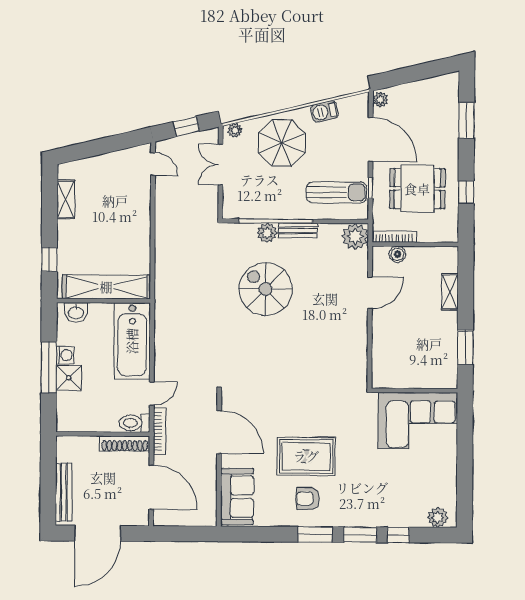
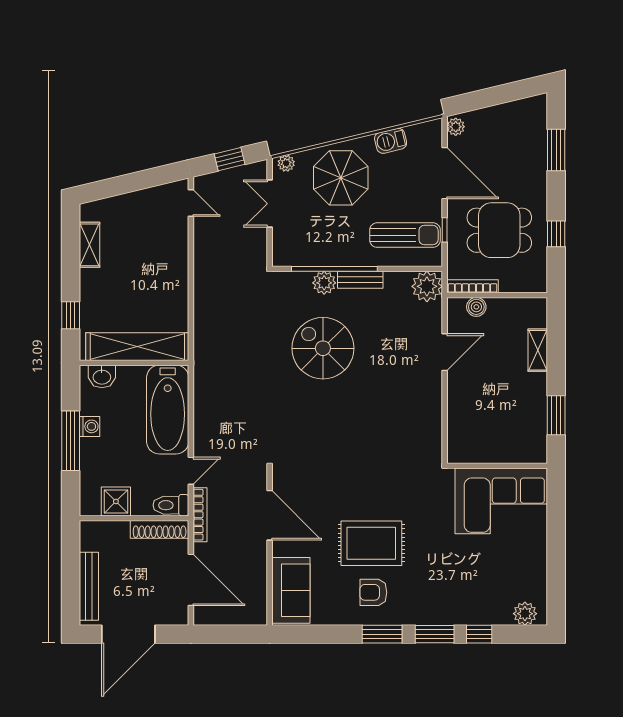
shower: (69, 378) -> (116, 501), moved

